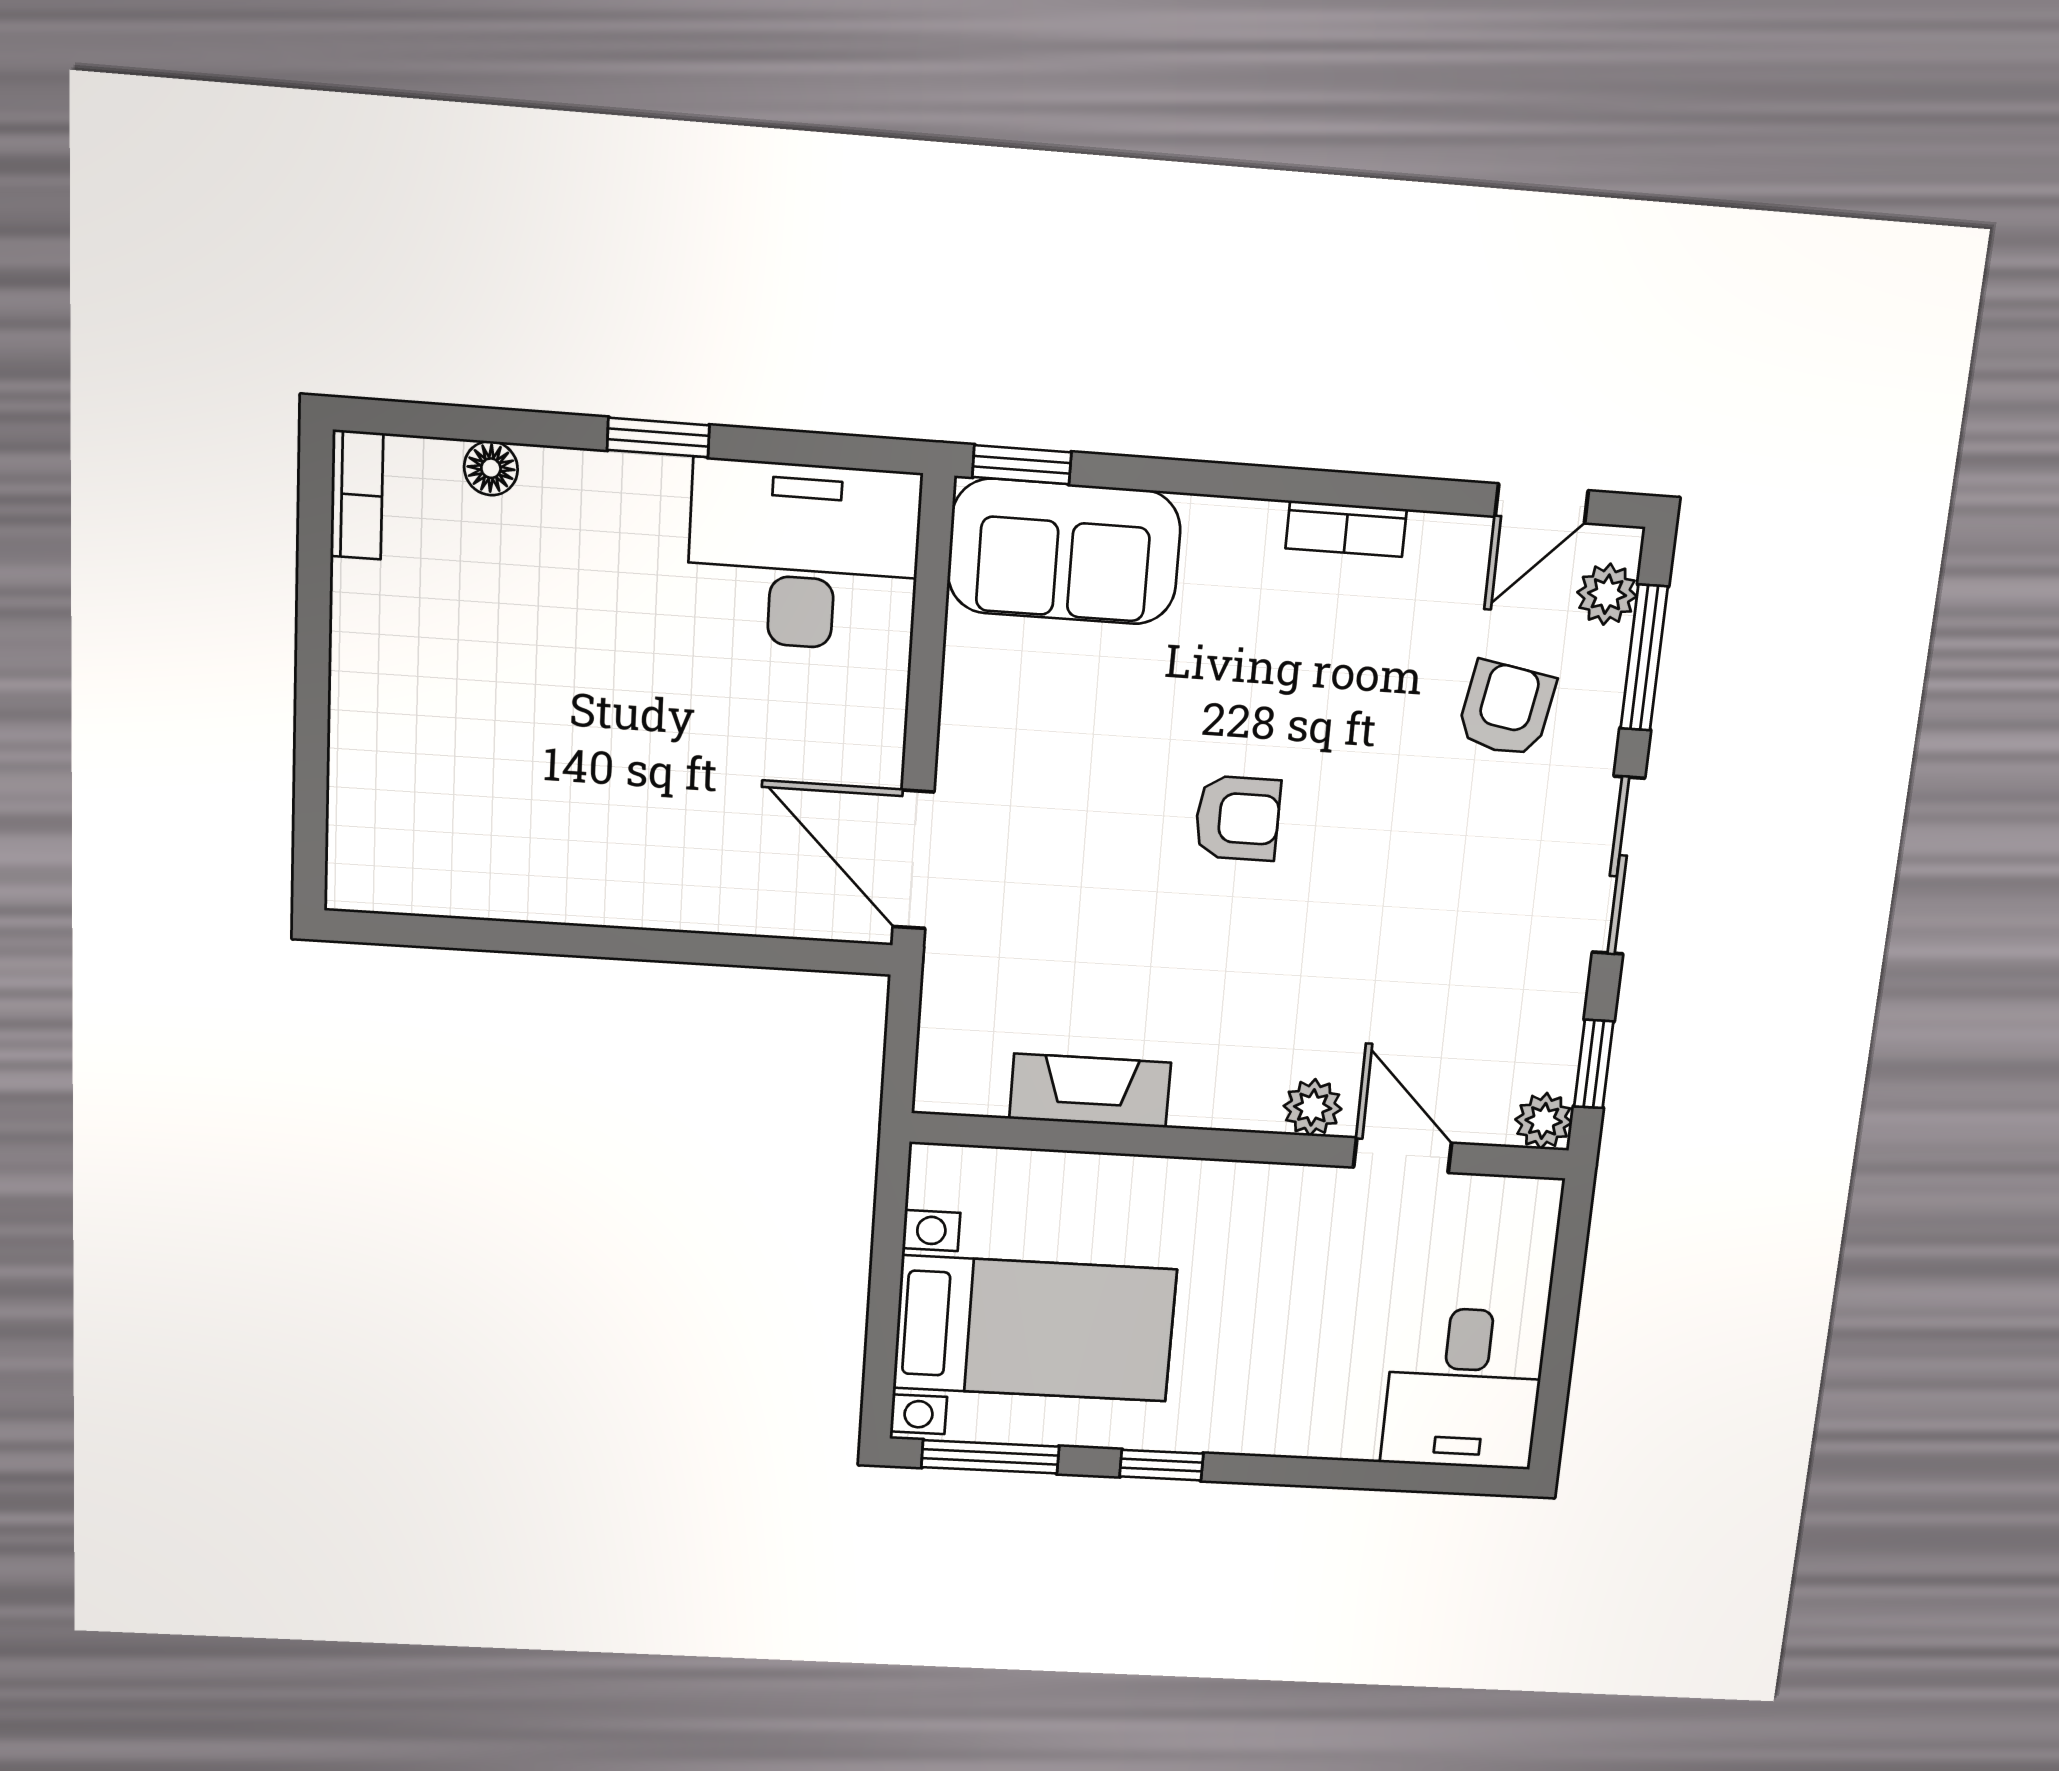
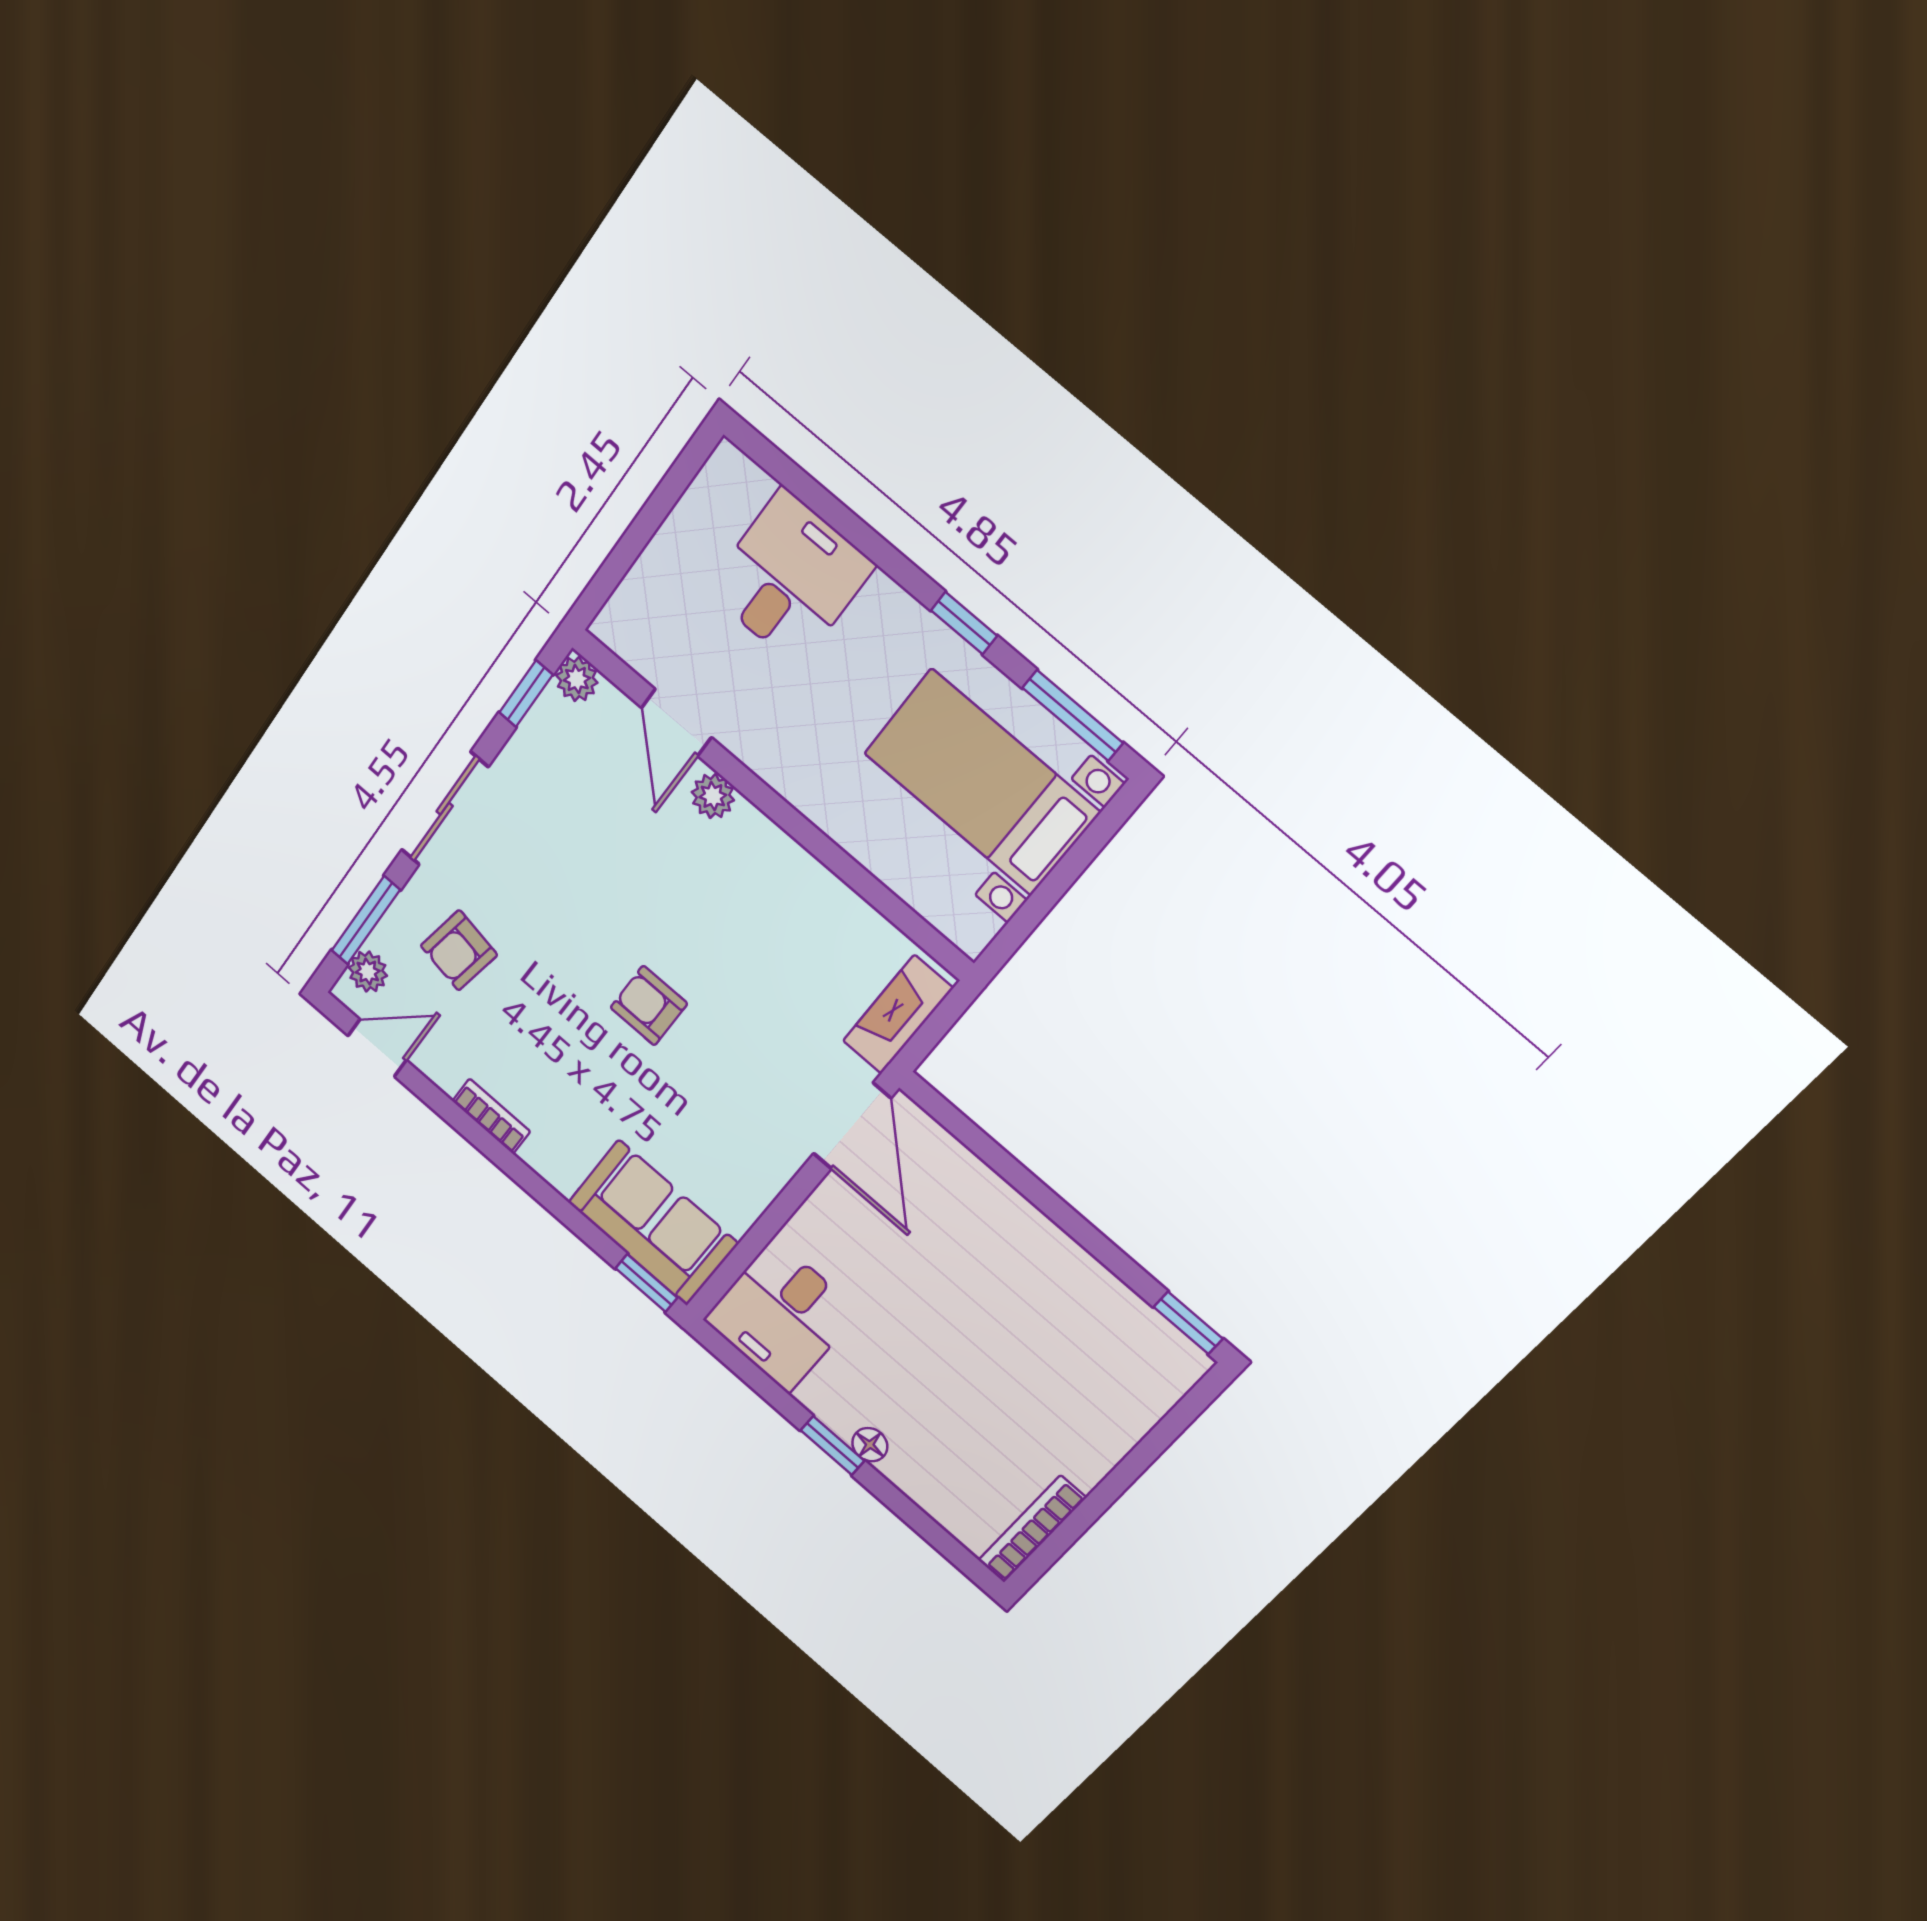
floor lamp: (491, 468) -> (870, 1445), moved
bookcase: (357, 495) -> (1032, 1529), width x1.56
desk: (804, 556) -> (781, 1316), width x0.73
window: (390, 929) -> (1188, 1323), added
fireplace: (1090, 1091) -> (898, 1015), moved, turned 90
desk: (1464, 1388) -> (790, 578), moved

